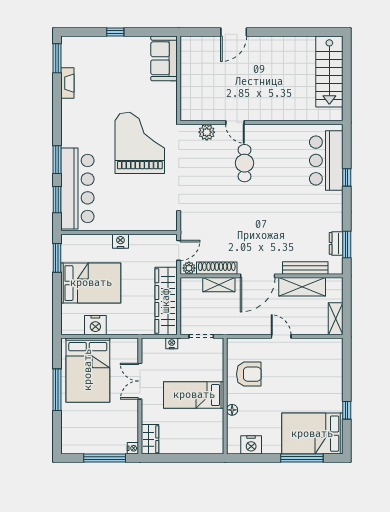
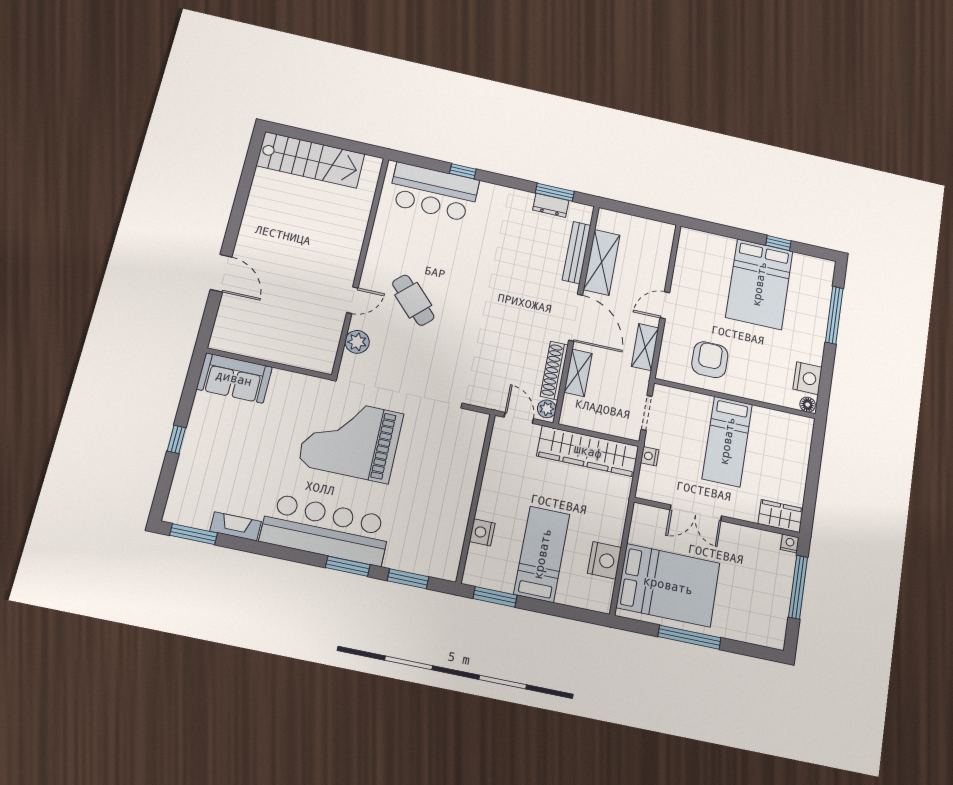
cafe table: (245, 163) -> (413, 300), turned 46
bar counter: (77, 188) -> (326, 530), moved
nightstand: (120, 241) -> (482, 532), moved
bed: (91, 283) -> (542, 554), width x0.67
shelving: (336, 319) -> (645, 347), moved, turned 90
floor lamp: (232, 410) -> (808, 405), moved
bed: (312, 434) -> (759, 284), moved

